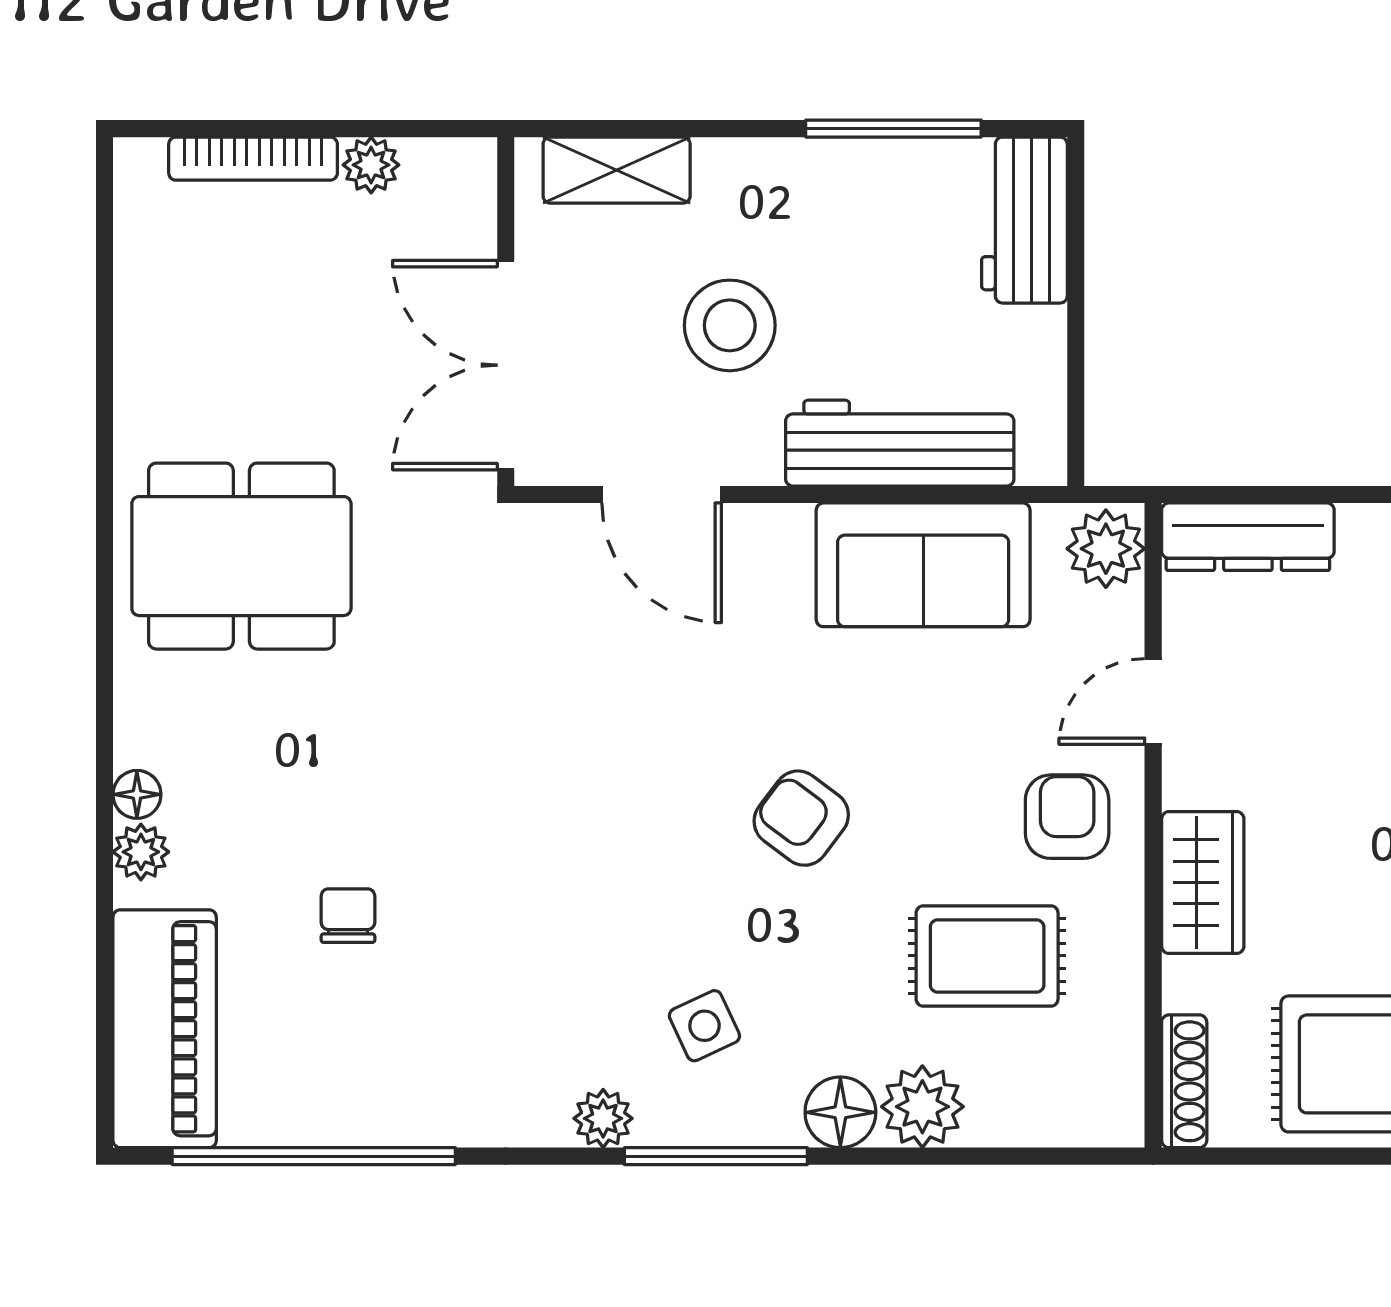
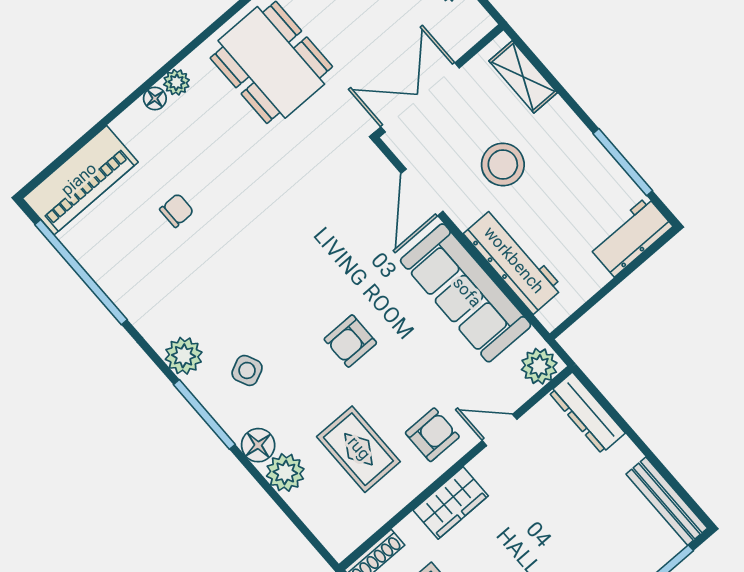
sofa: (923, 565) -> (466, 293), width x1.36
armchair: (801, 818) -> (350, 341), turned -127
plant: (141, 852) -> (176, 82), moved
plant: (603, 1118) -> (184, 356), width x1.38, depth x1.38

